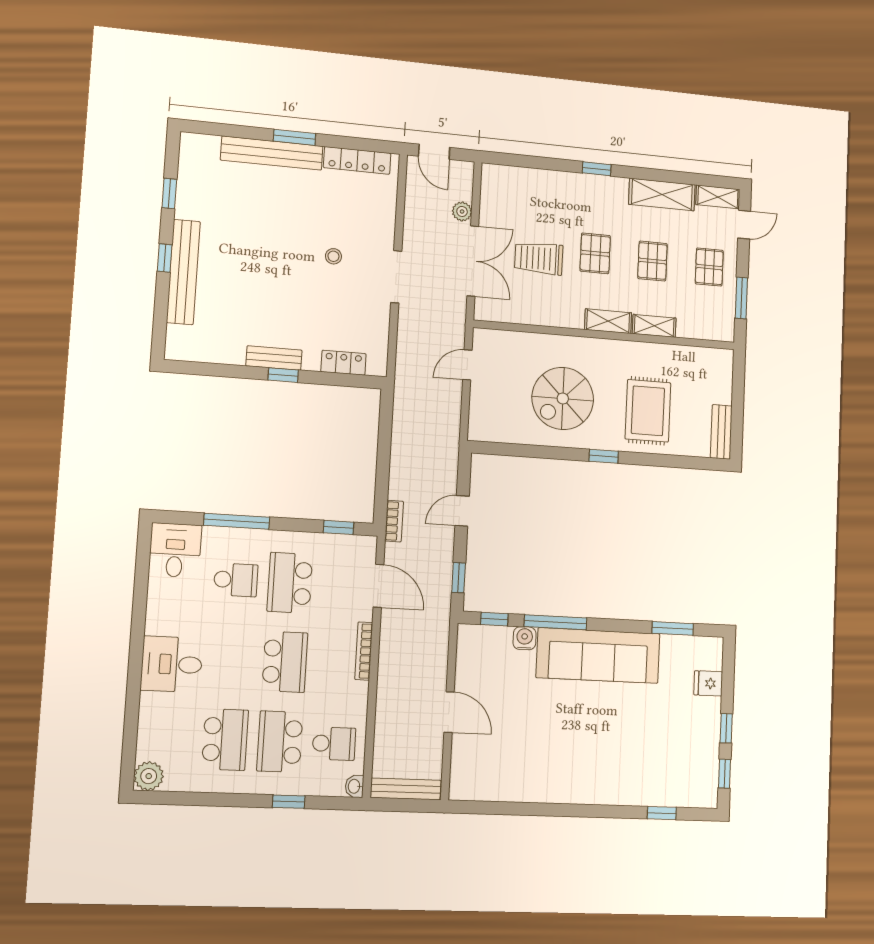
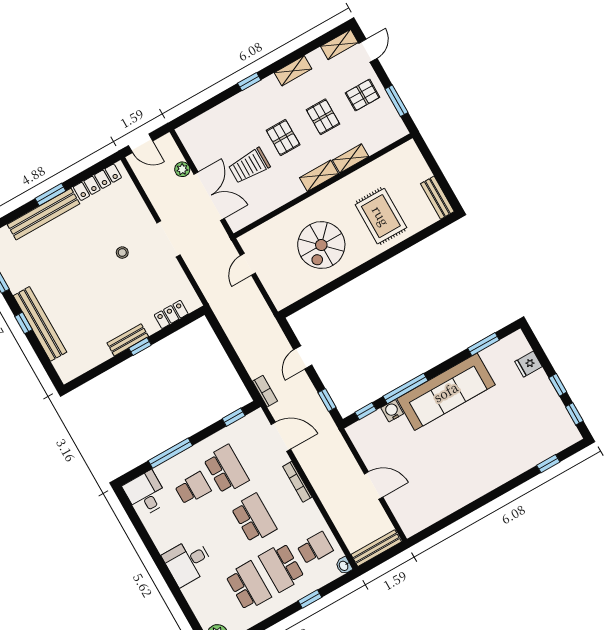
shelving: (662, 194) -> (293, 71), width x0.67, depth x0.75
pallet: (709, 267) -> (363, 95), turned 90
window: (604, 456) -> (371, 264), removed
school desk: (290, 583) -> (226, 469), turned 180

